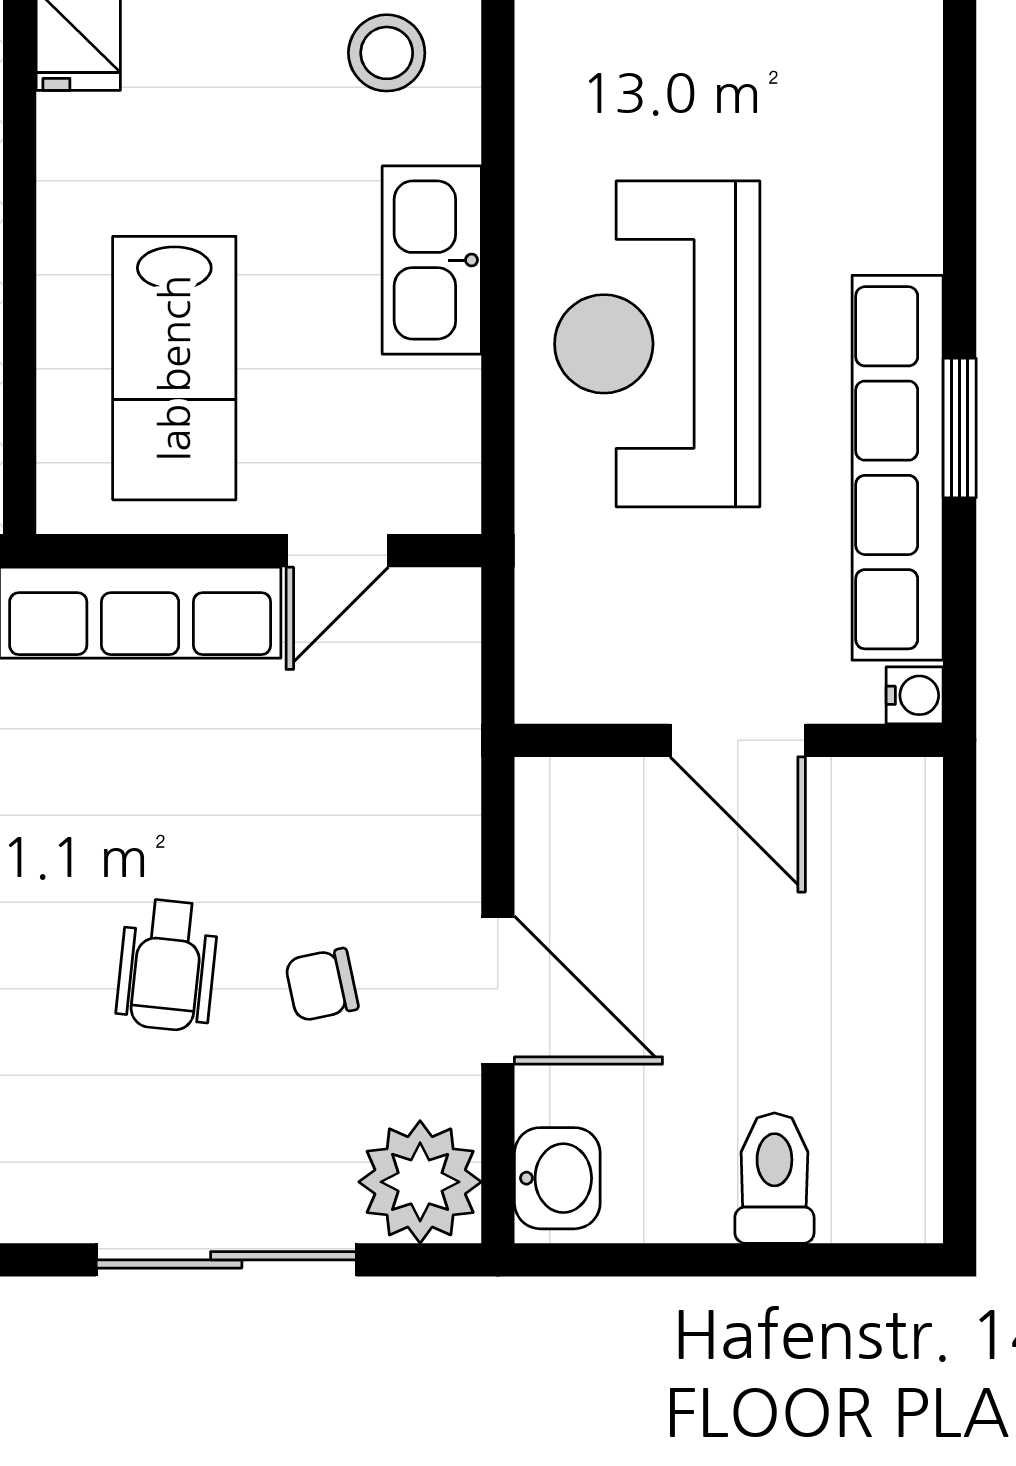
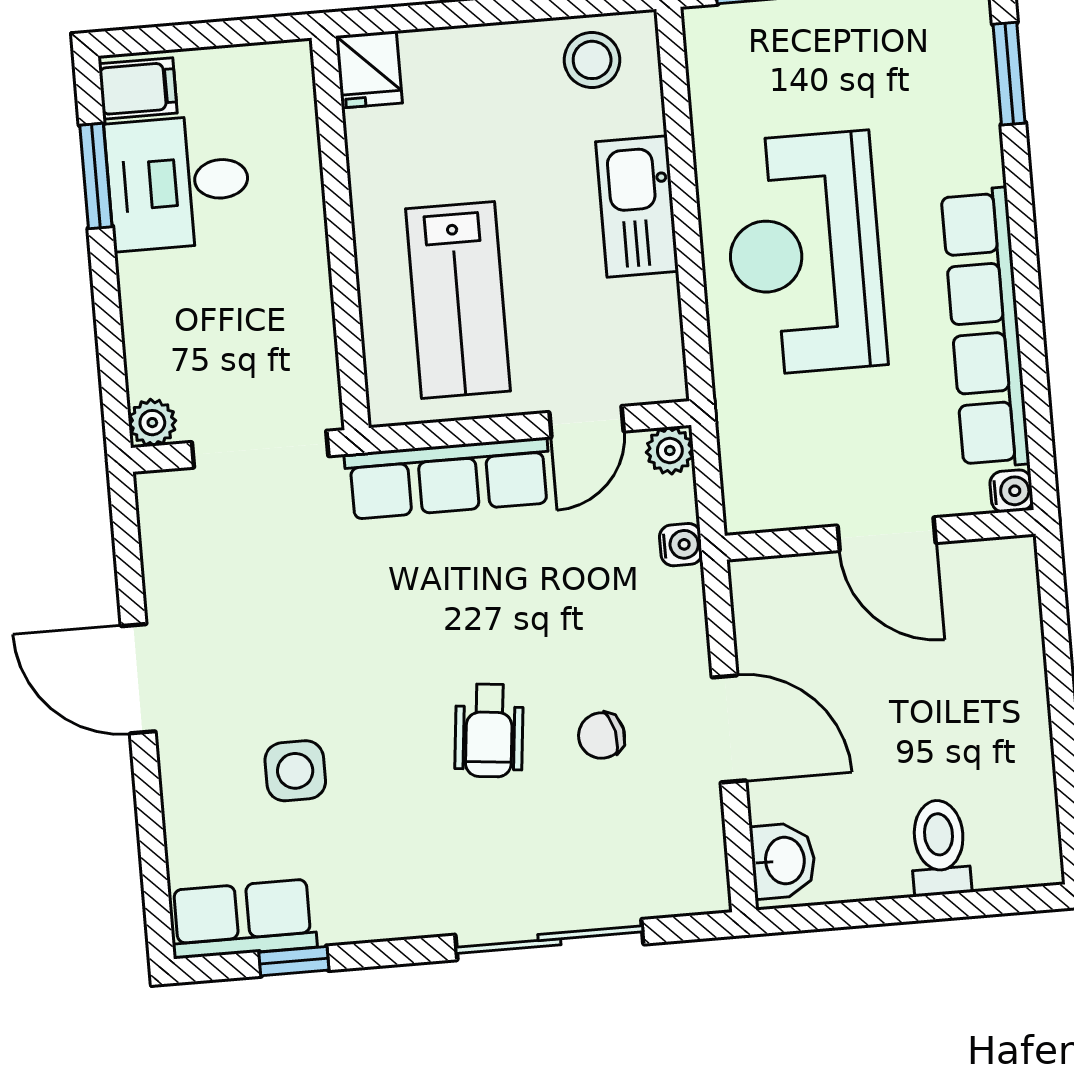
window: (960, 428) -> (1009, 74), moved
water cooler: (453, 731) -> (681, 545), added
plant: (420, 1182) -> (670, 450), moved, width x0.53, depth x0.53

